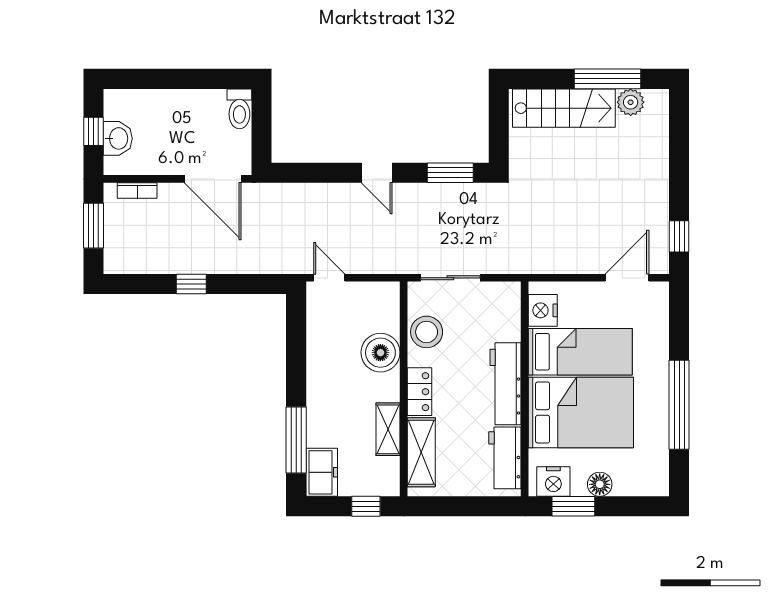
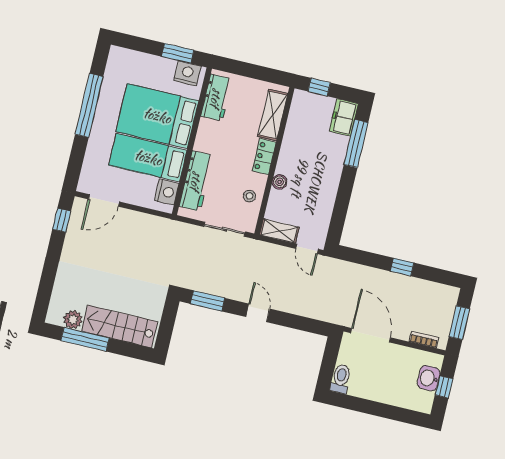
stool: (427, 332) -> (249, 196), width x0.53, depth x0.53
boiler: (380, 353) -> (280, 182), width x0.54, depth x0.54
workbench: (506, 384) -> (196, 181), moved
shelving: (388, 429) -> (279, 231), moved, turned 90
floor lamp: (600, 484) -> (156, 64), removed

